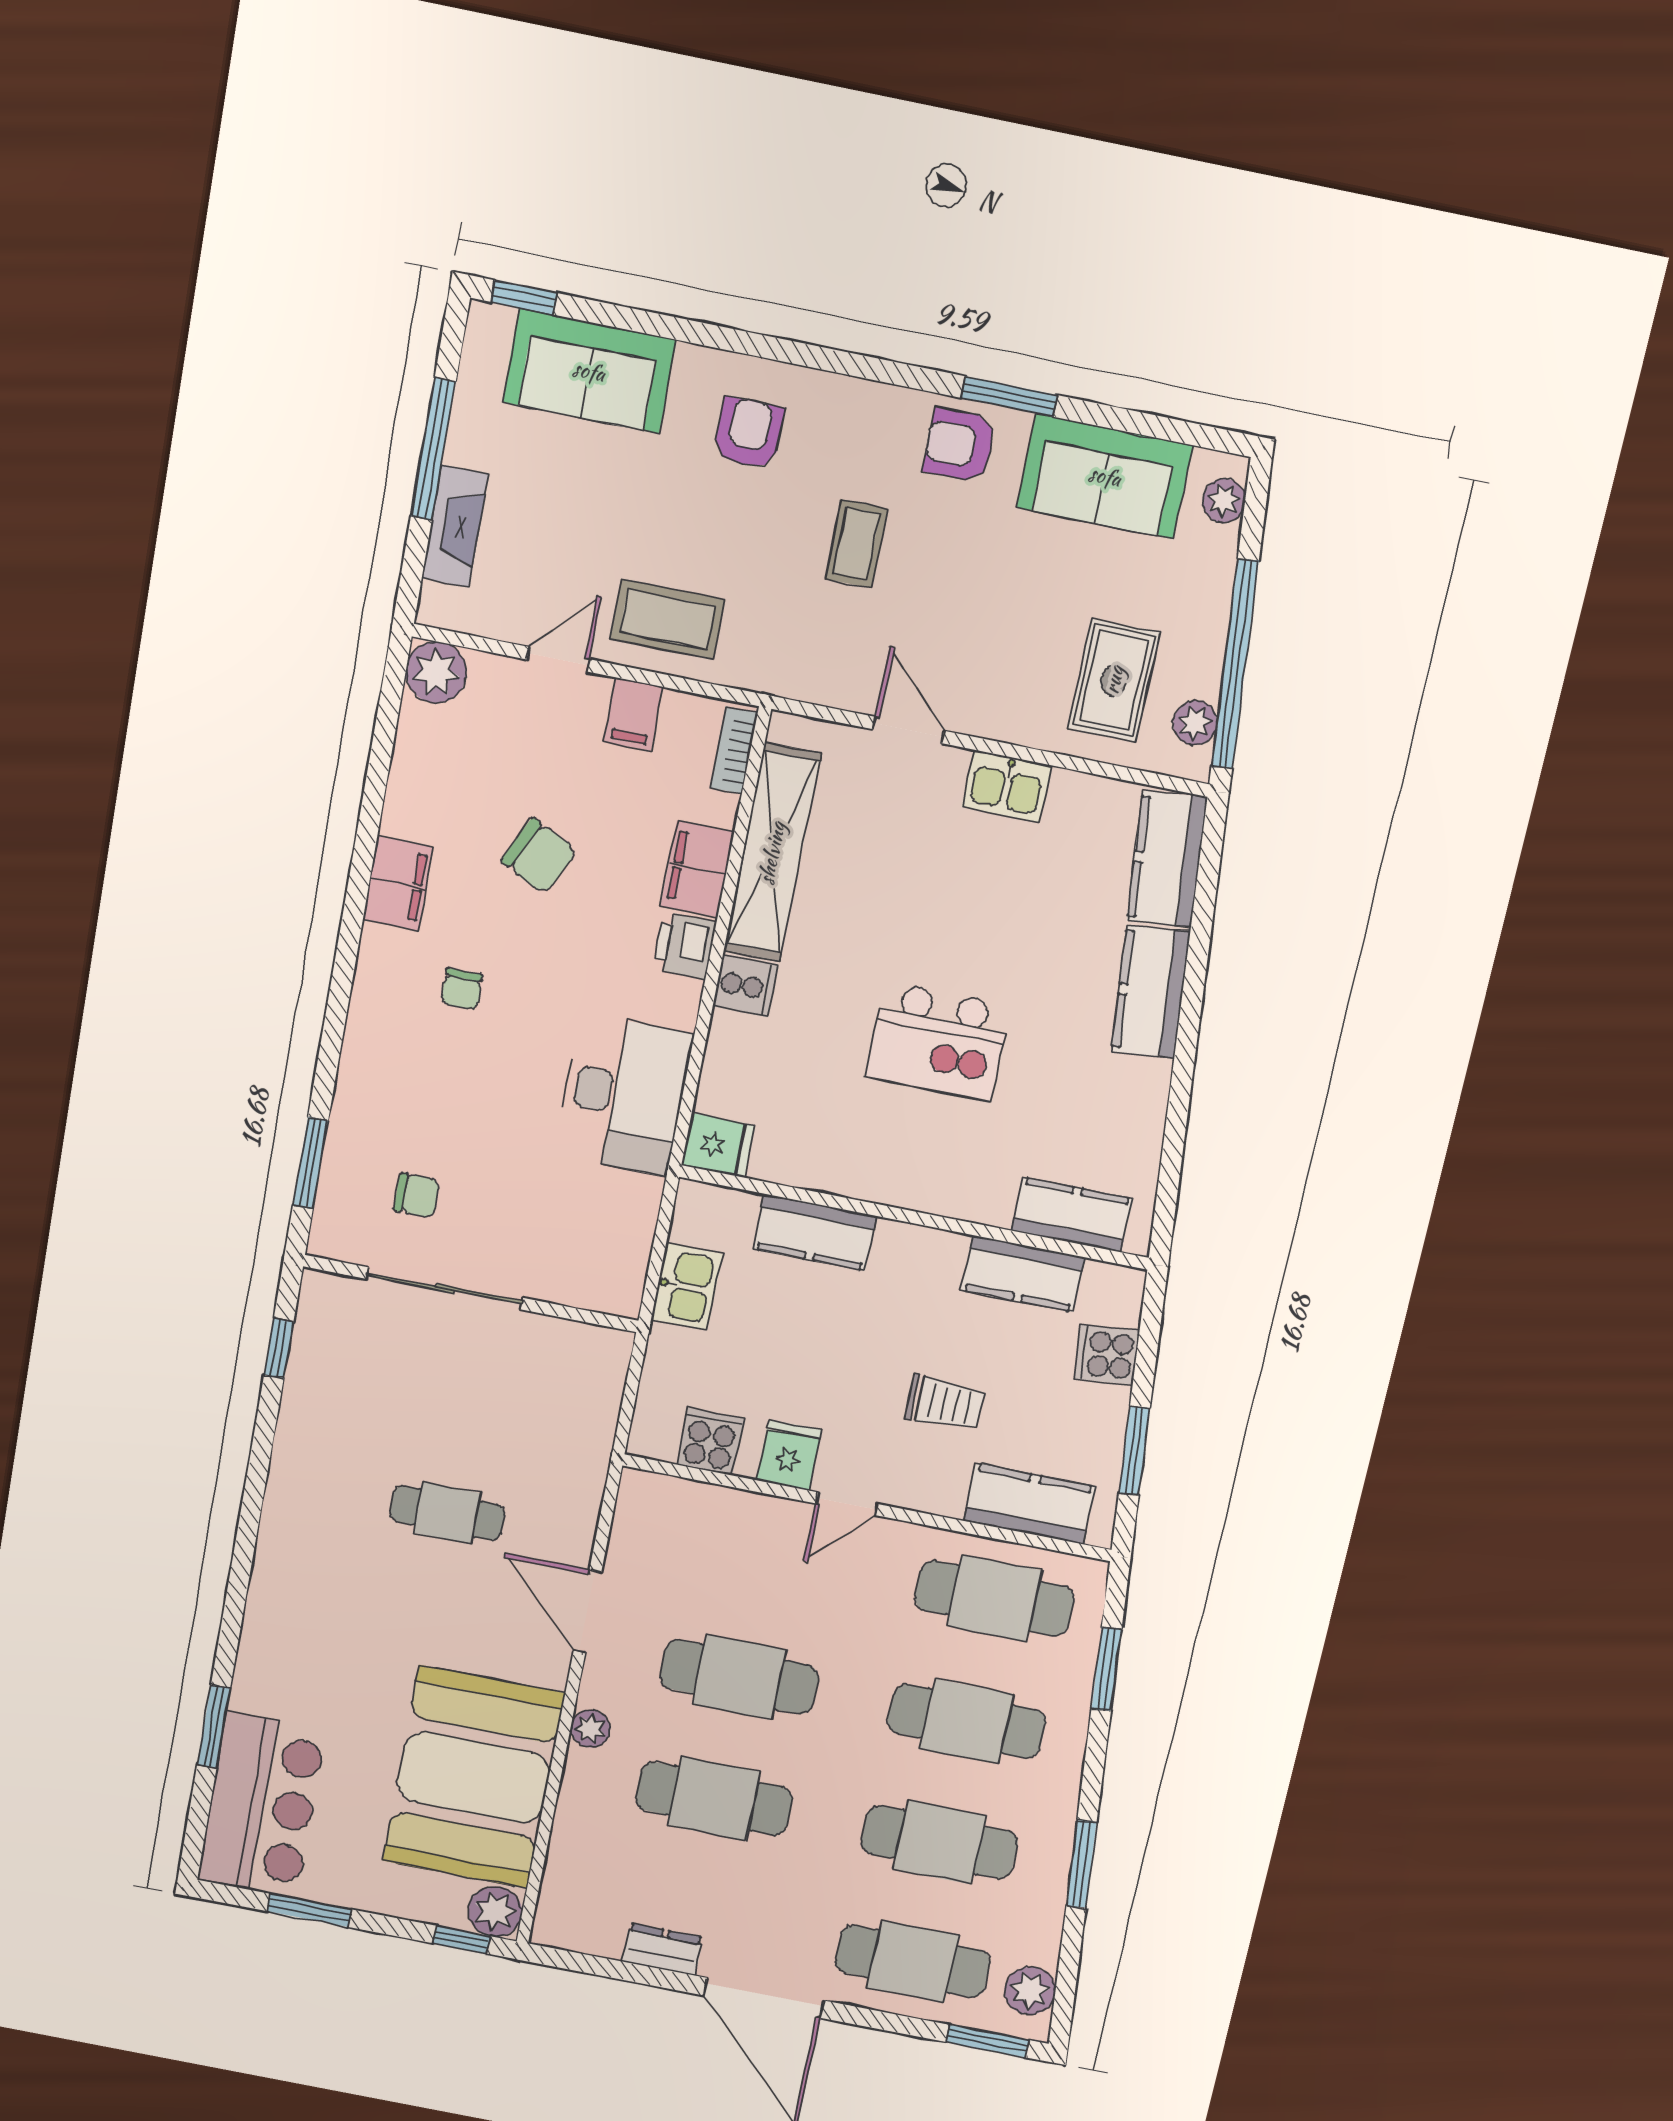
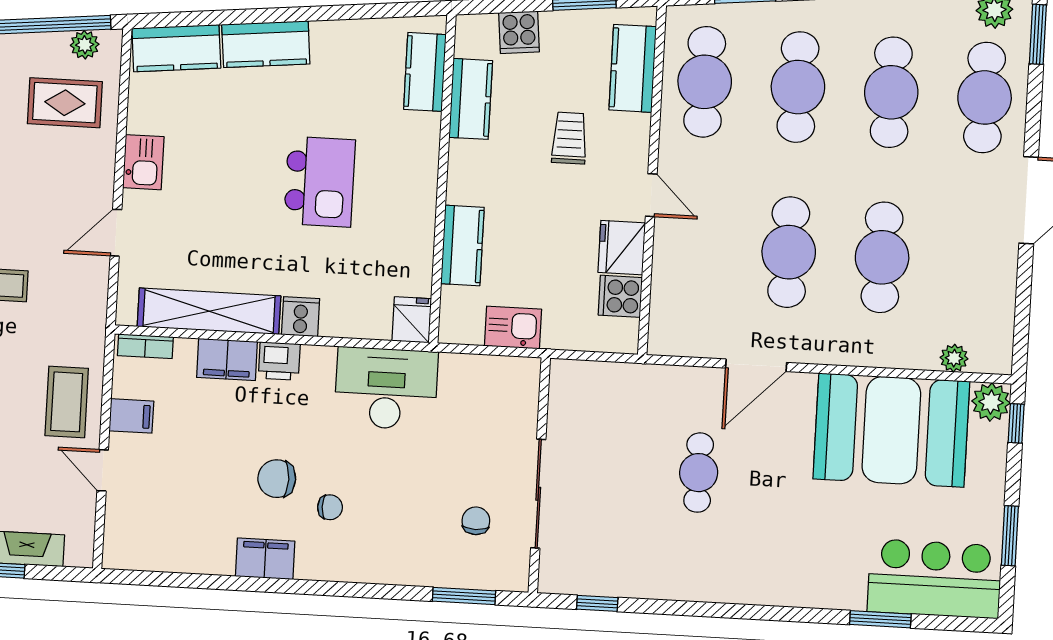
plant: (436, 672) -> (122, 550), removed
chair: (539, 856) -> (277, 479), moved, turned -116
fridge: (789, 1455) -> (622, 248), width x1.38
plant: (590, 1729) -> (954, 358), moved
dresser: (663, 1949) -> (1002, 278), removed

